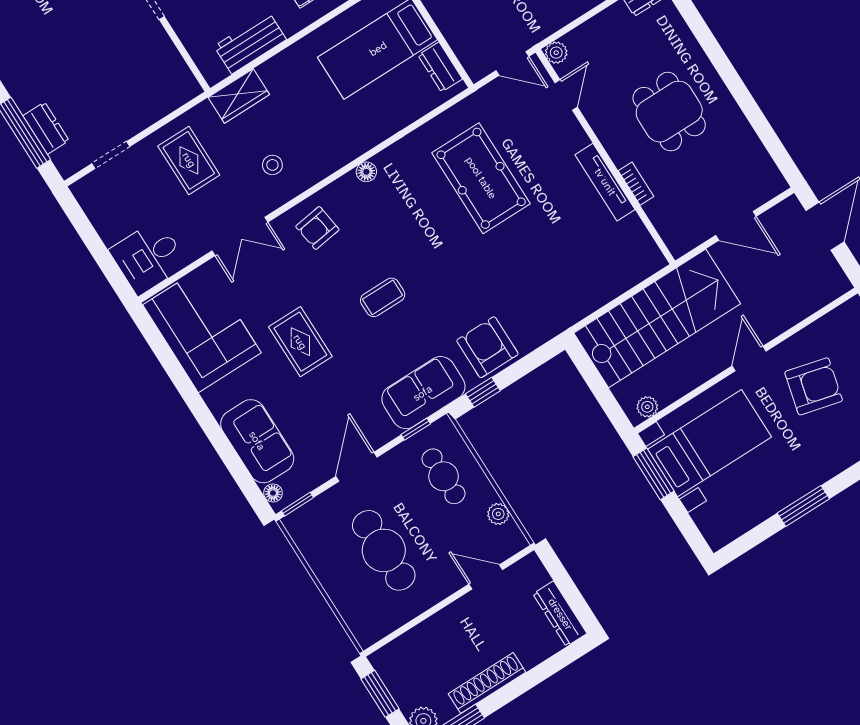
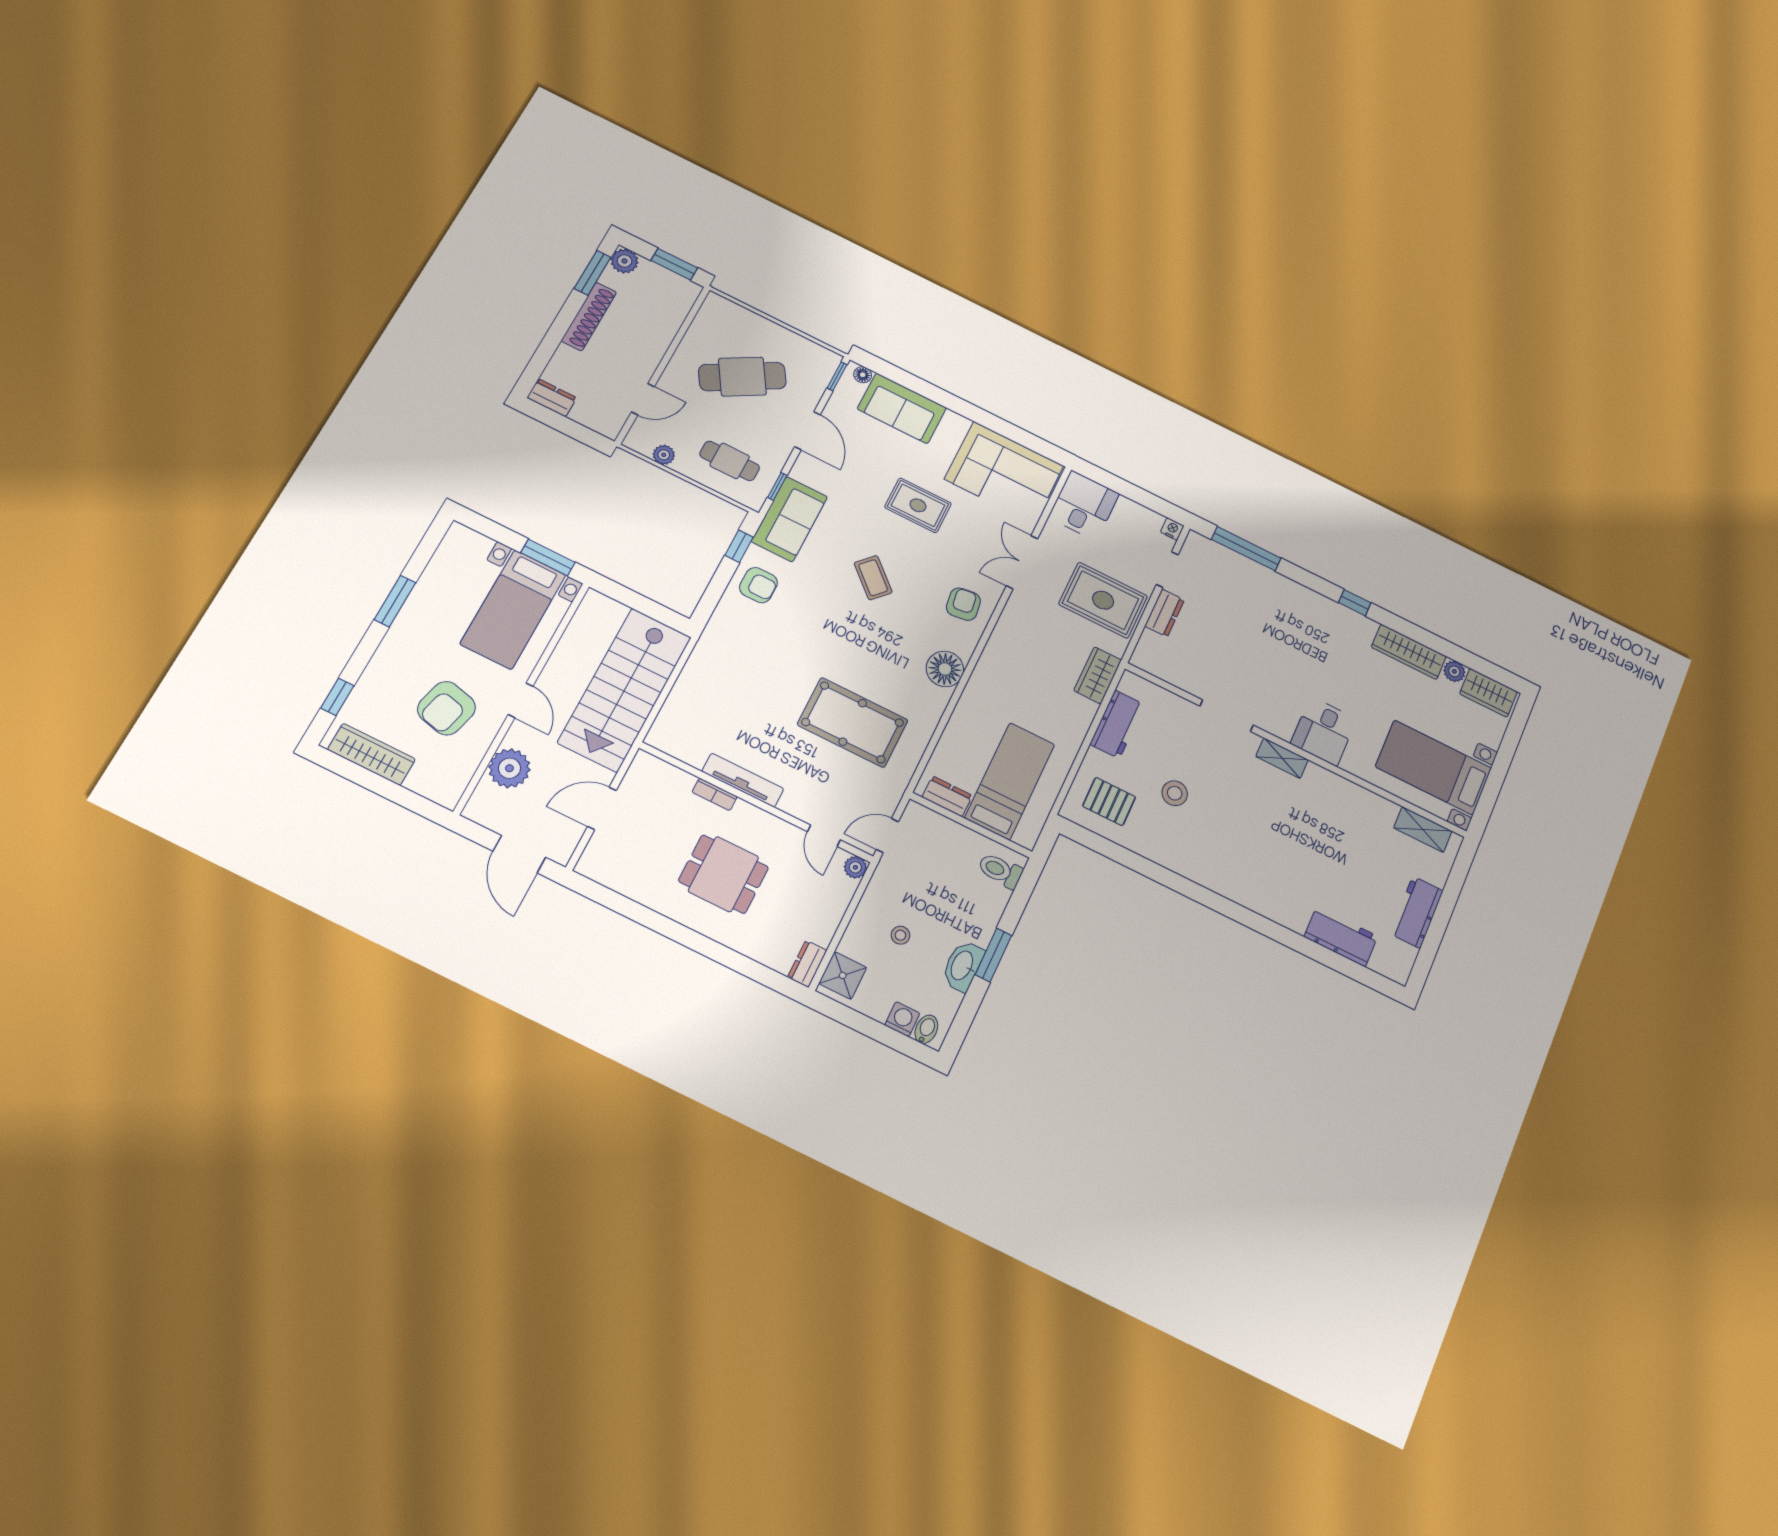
dresser: (46, 128) -> (1165, 613), moved, turned -90
rug: (189, 160) -> (1103, 600), width x1.36, depth x1.43
stool: (272, 165) -> (1034, 635), removed
floor lamp: (366, 172) -> (945, 669), width x1.89, depth x1.89
nightstand: (81, 190) -> (1172, 529), added
coffee table: (383, 297) -> (873, 578), turned -47
armchair: (487, 347) -> (758, 585), width x0.72, depth x0.72
plant: (647, 407) -> (509, 768), moved, width x1.88, depth x1.88
cafe table: (384, 550) -> (742, 377), turned -31
dresser: (560, 614) -> (552, 398), width x0.70

